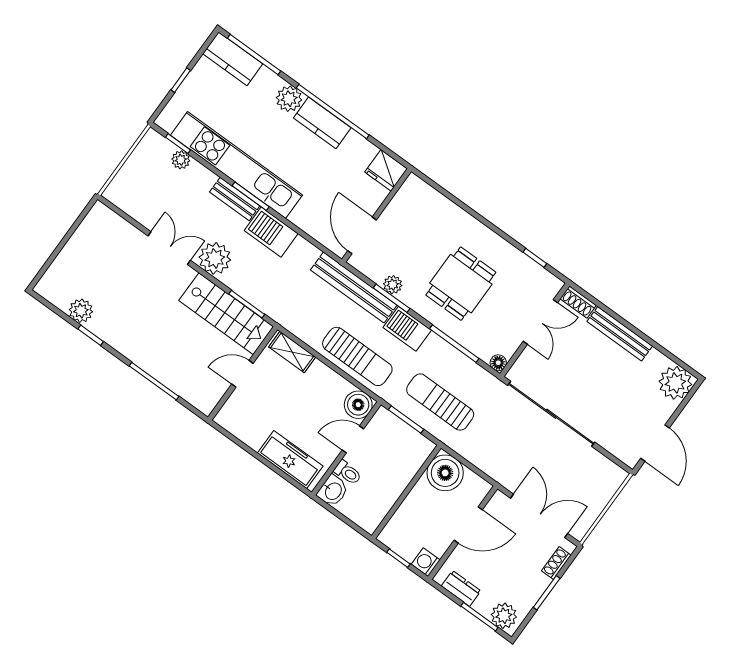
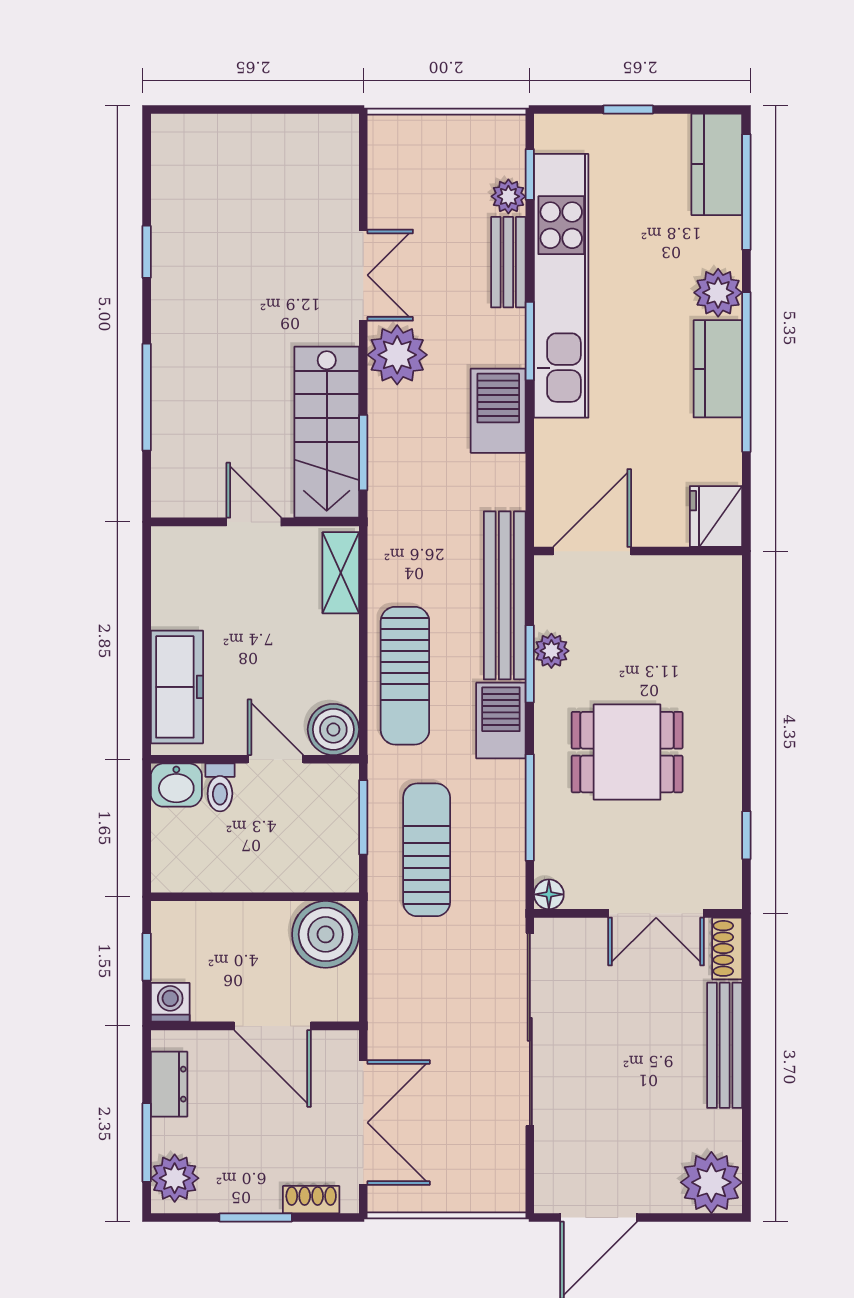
bench: (235, 199) -> (508, 262), moved
plant: (81, 311) -> (173, 210), removed

